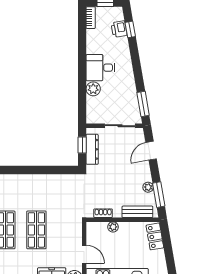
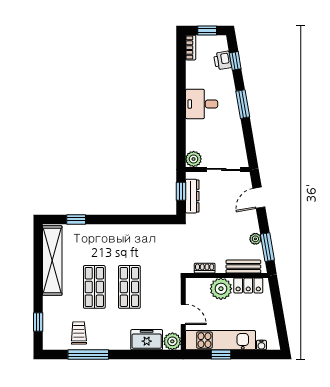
plant: (93, 89) -> (194, 159), moved
window: (143, 104) -> (243, 104), moved
plant: (113, 227) -> (221, 289), width x1.88, depth x1.88
locker: (155, 236) -> (248, 285), moved, turned -80

